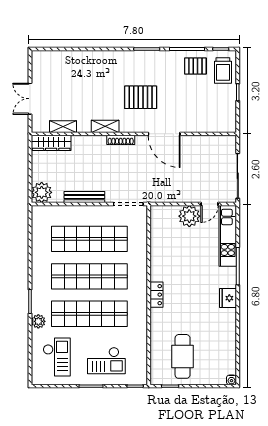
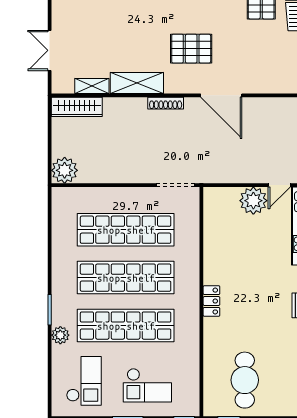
shelving: (105, 126) -> (137, 83), width x1.50, depth x1.33
bench: (84, 197) -> (119, 176), removed

